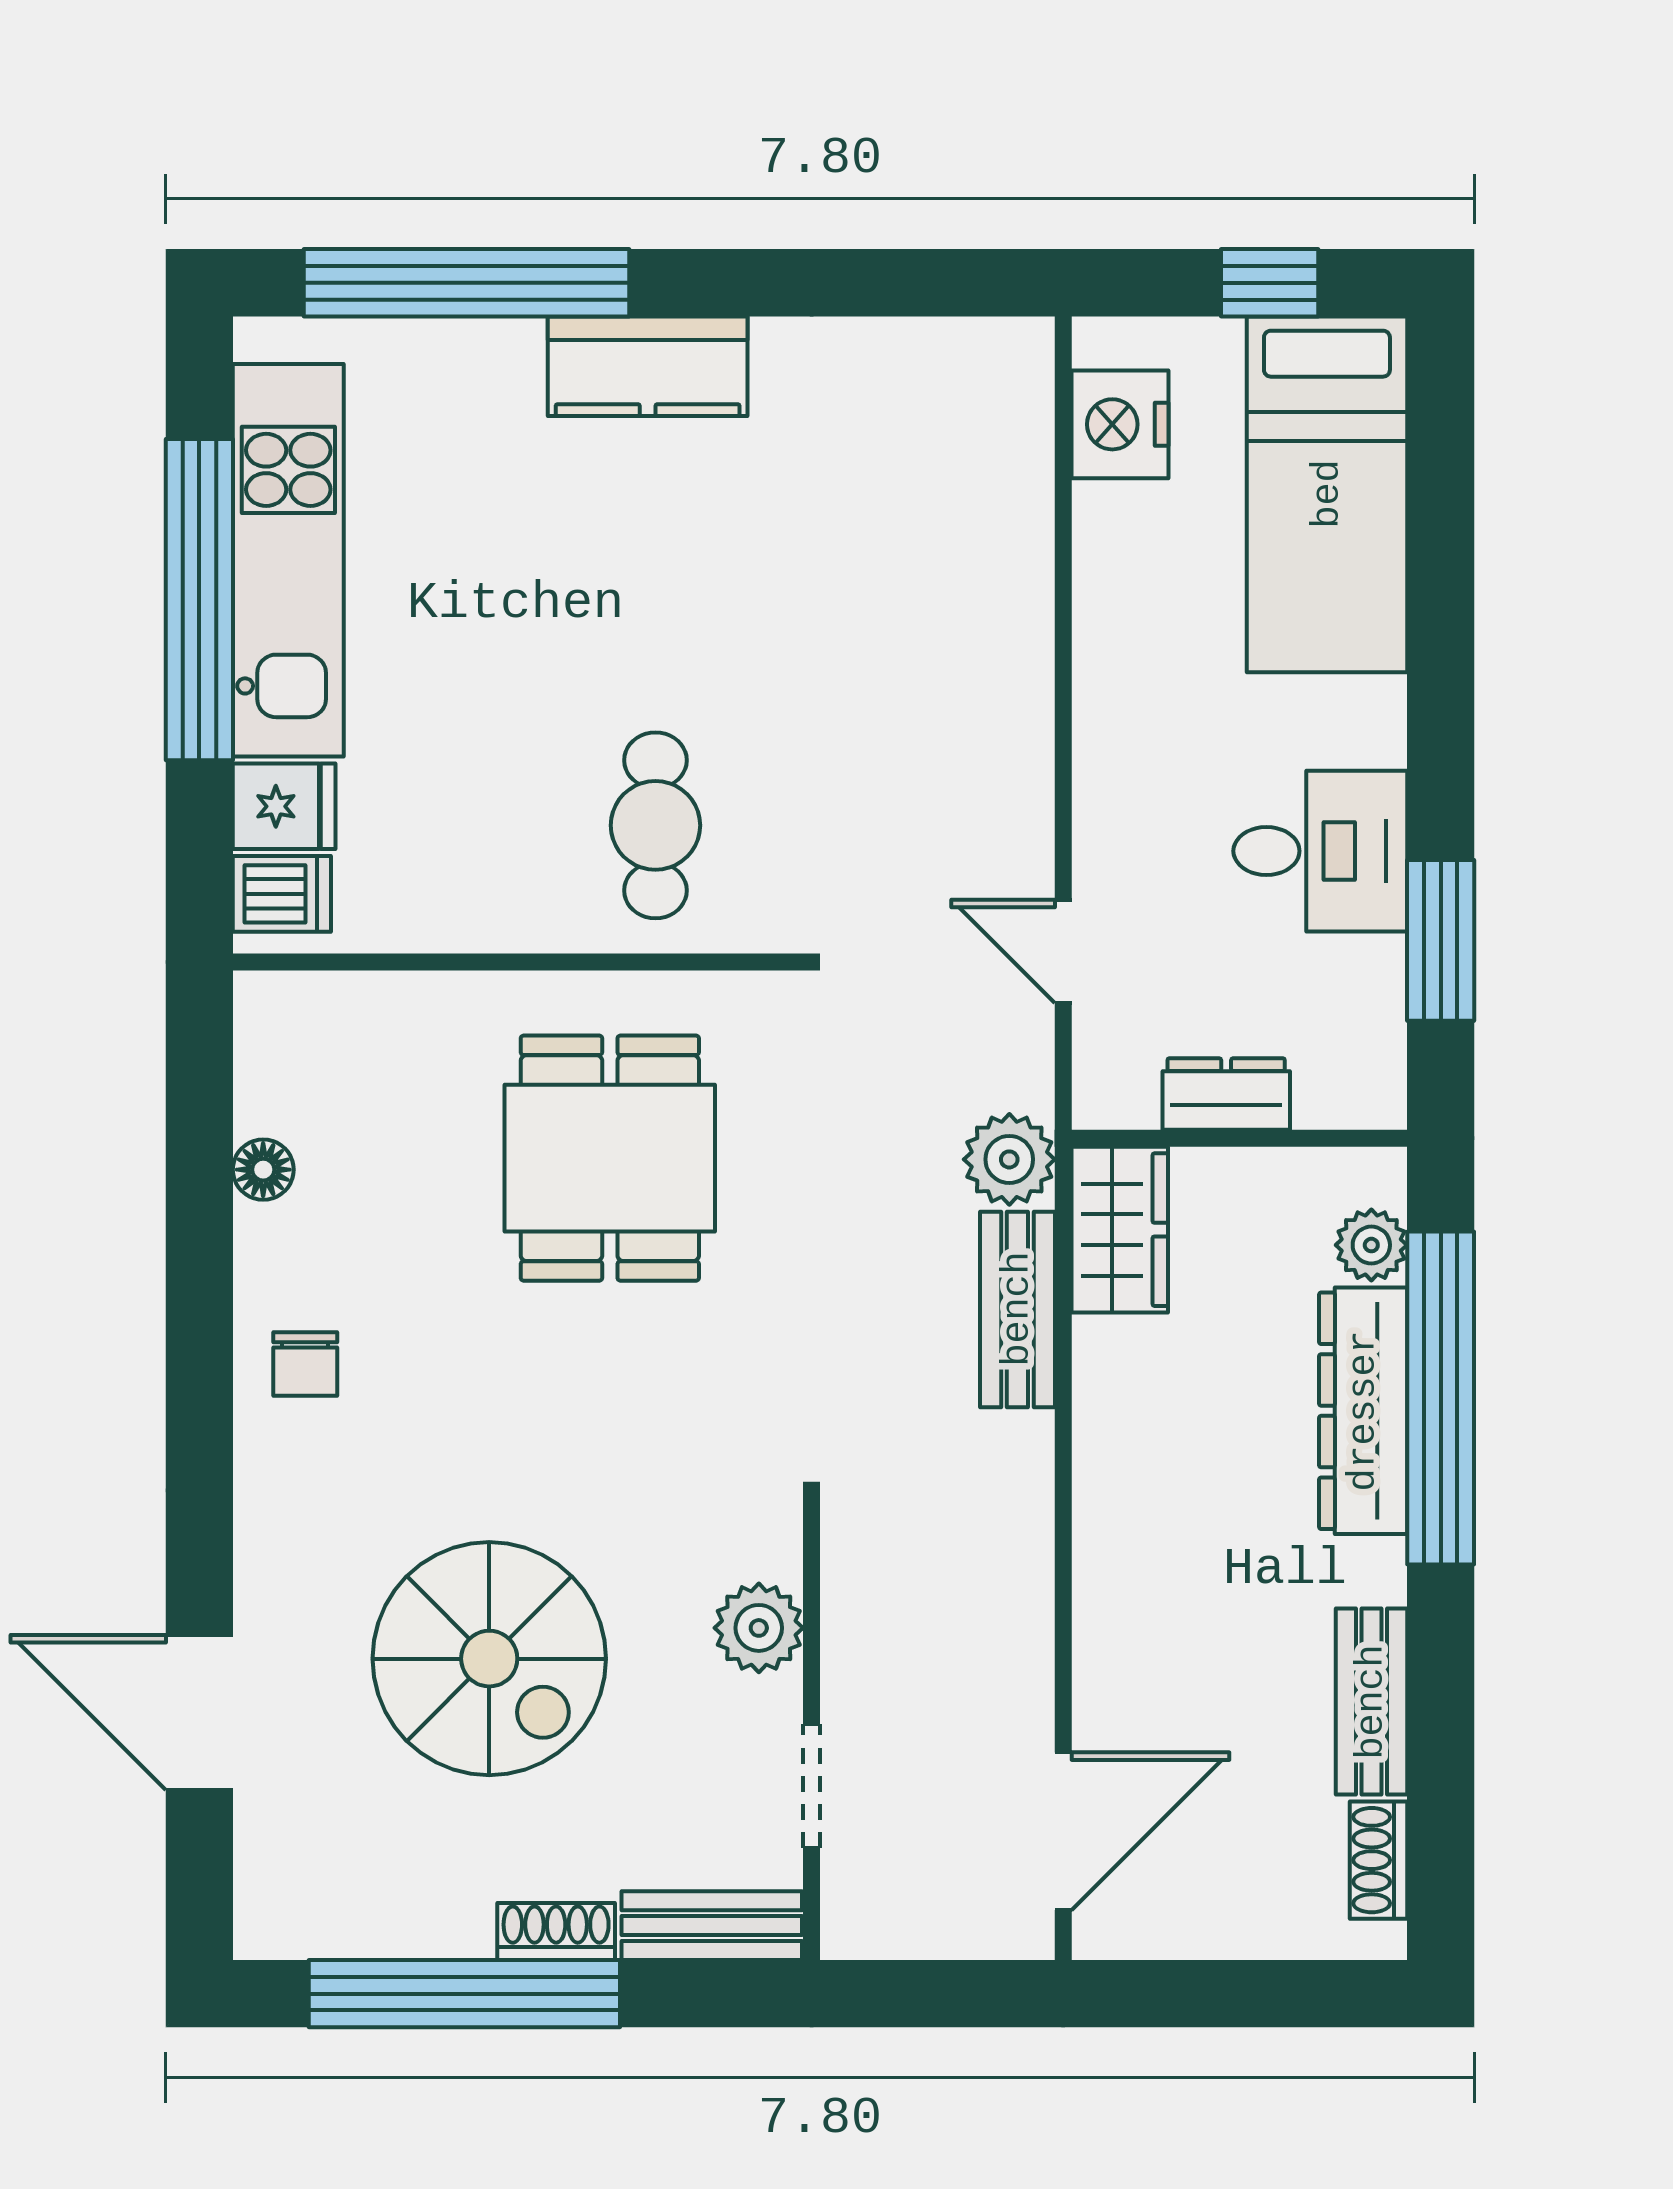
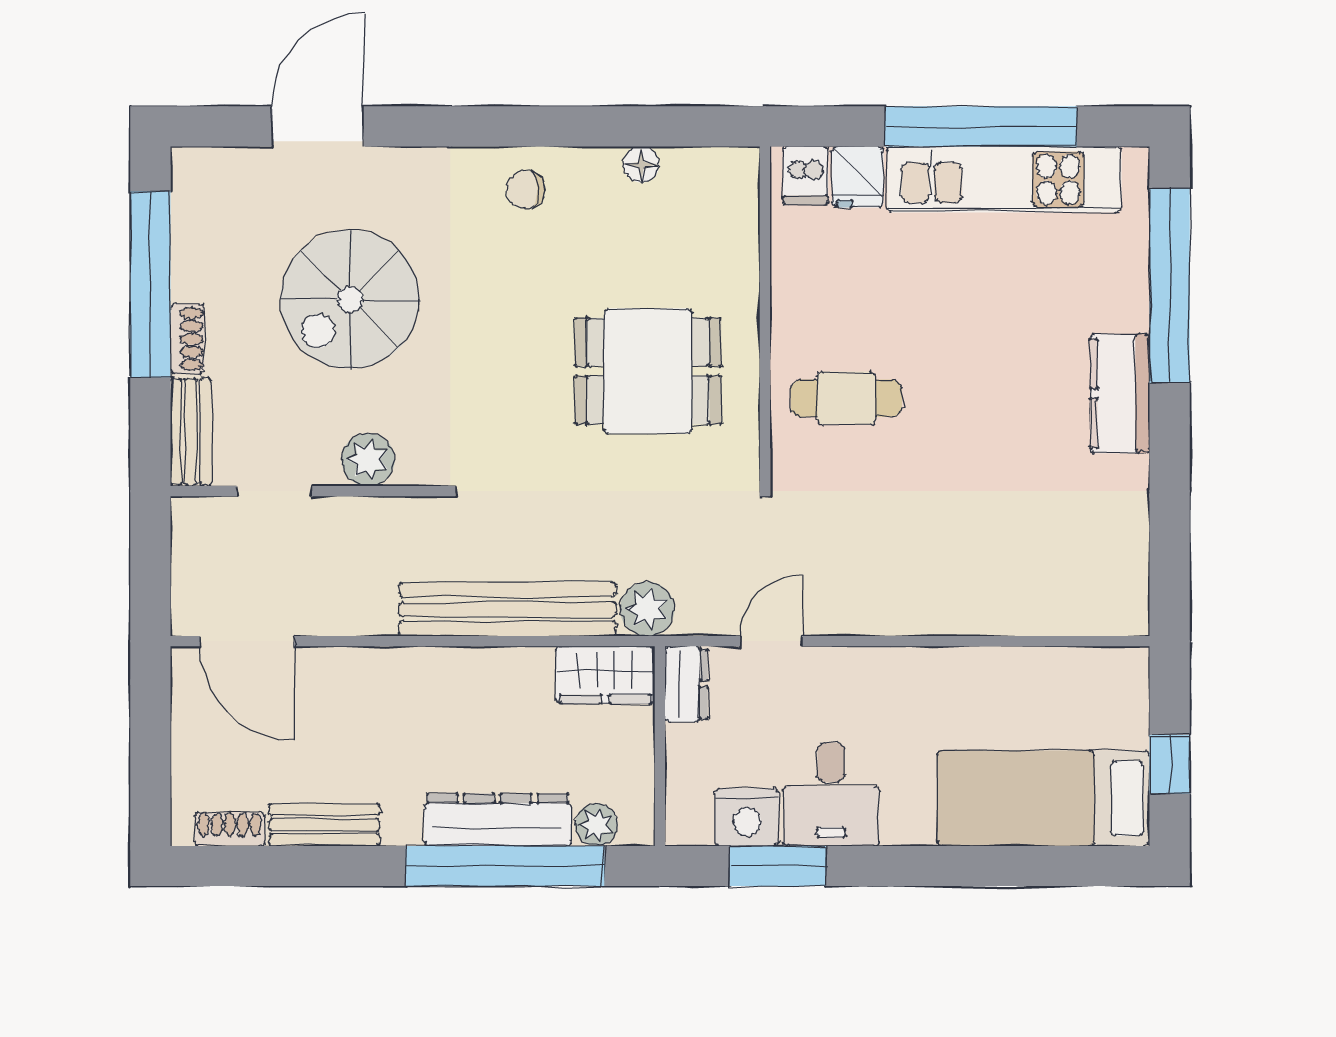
nightstand: (1120, 424) -> (747, 817), moved, turned 180
dresser: (1226, 1094) -> (686, 684), moved
bench: (1017, 1309) -> (508, 609), width x1.86, depth x1.21

